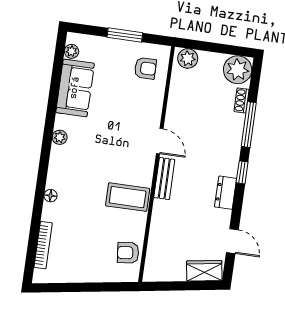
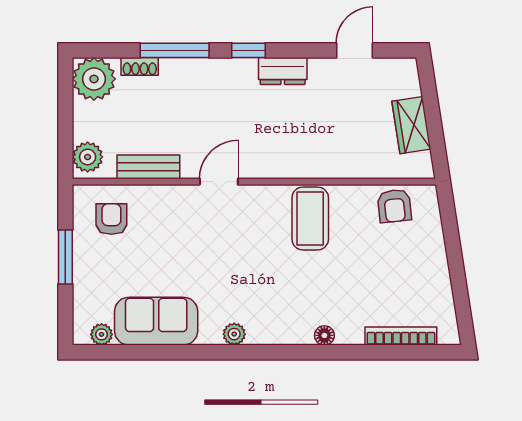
bench: (164, 179) -> (148, 167), moved
wardrobe: (204, 271) -> (411, 125), moved

